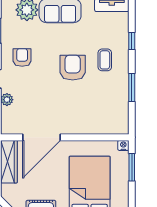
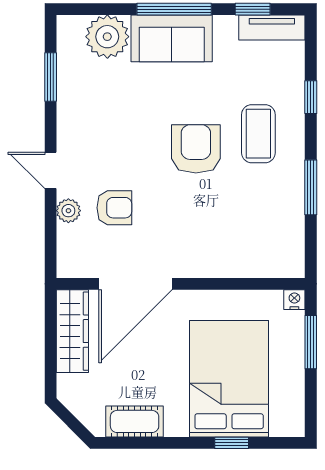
armchair: (22, 57) -> (114, 208), moved, turned 90
coffee table: (105, 60) -> (258, 134), width x1.36, depth x1.30

